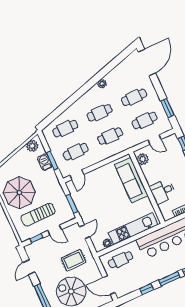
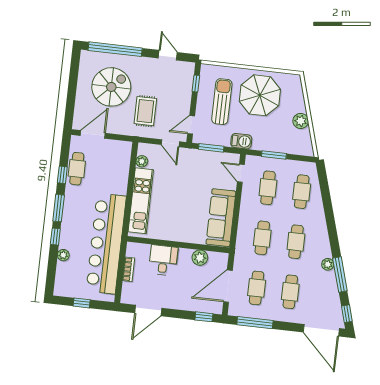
window: (126, 52) -> (347, 314), added
window: (104, 72) -> (340, 274), added
window: (168, 108) -> (255, 323), width x1.44
door: (154, 140) -> (228, 286), width x1.87
plant: (32, 146) -> (301, 121), moved
plant: (143, 159) -> (200, 258), moved
barbecue: (45, 162) -> (241, 141), moved
sofa: (131, 180) -> (221, 218), moved, turned -90
door: (55, 230) -> (191, 125), moved
cafe table: (121, 260) -> (77, 169), moved

